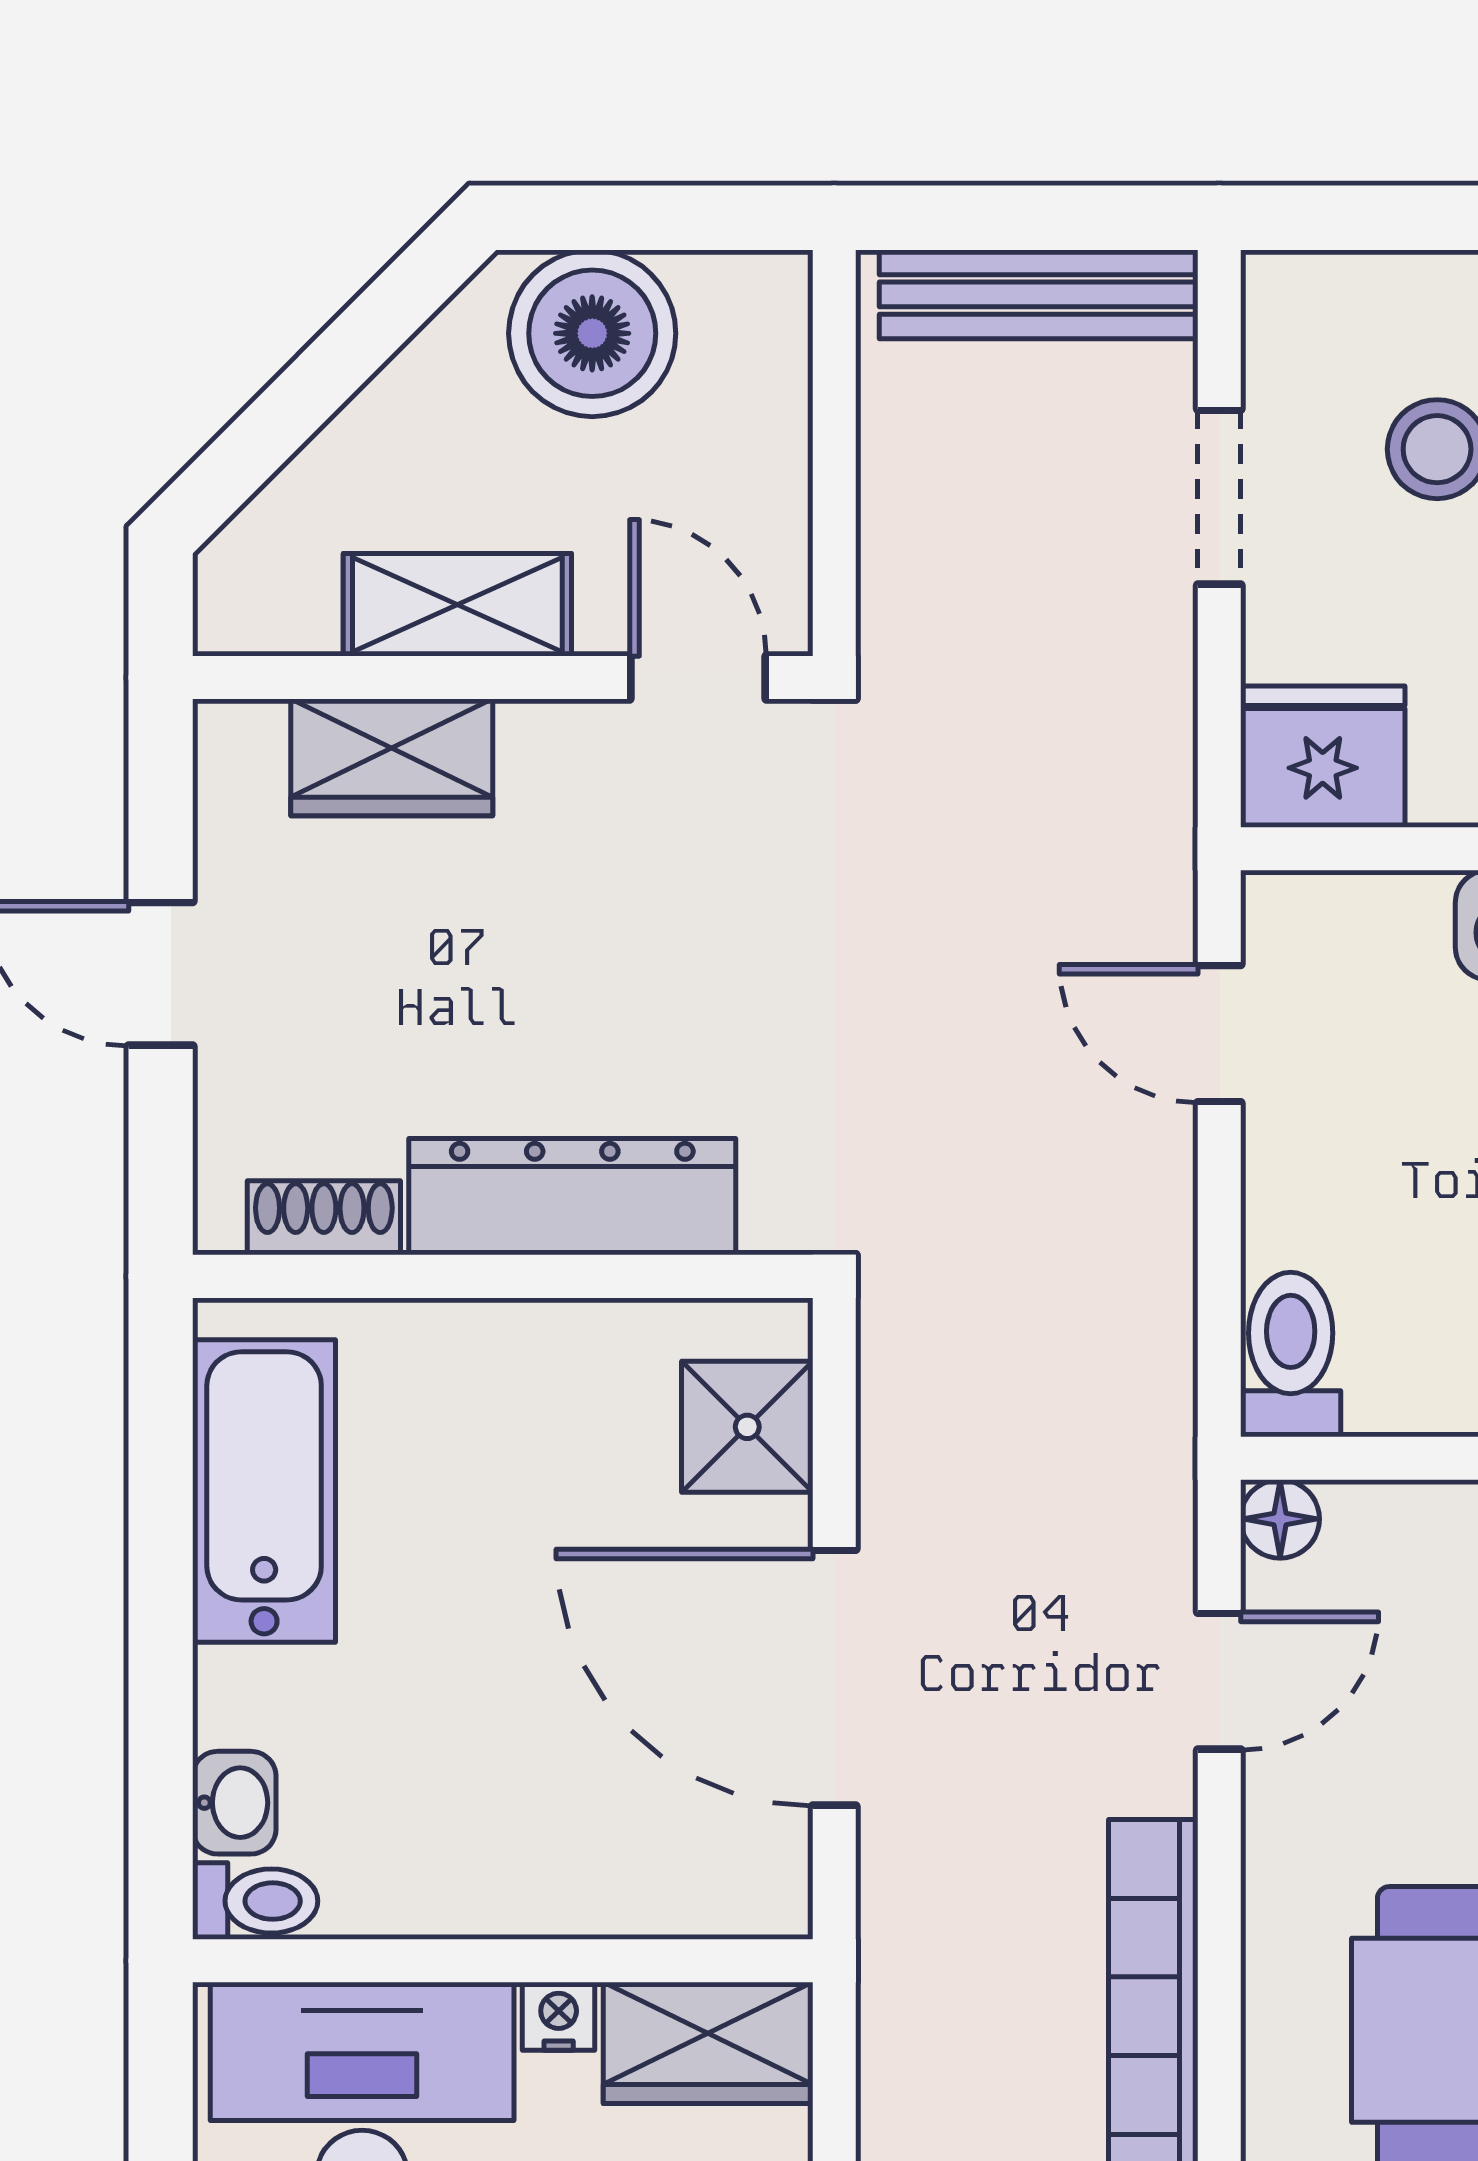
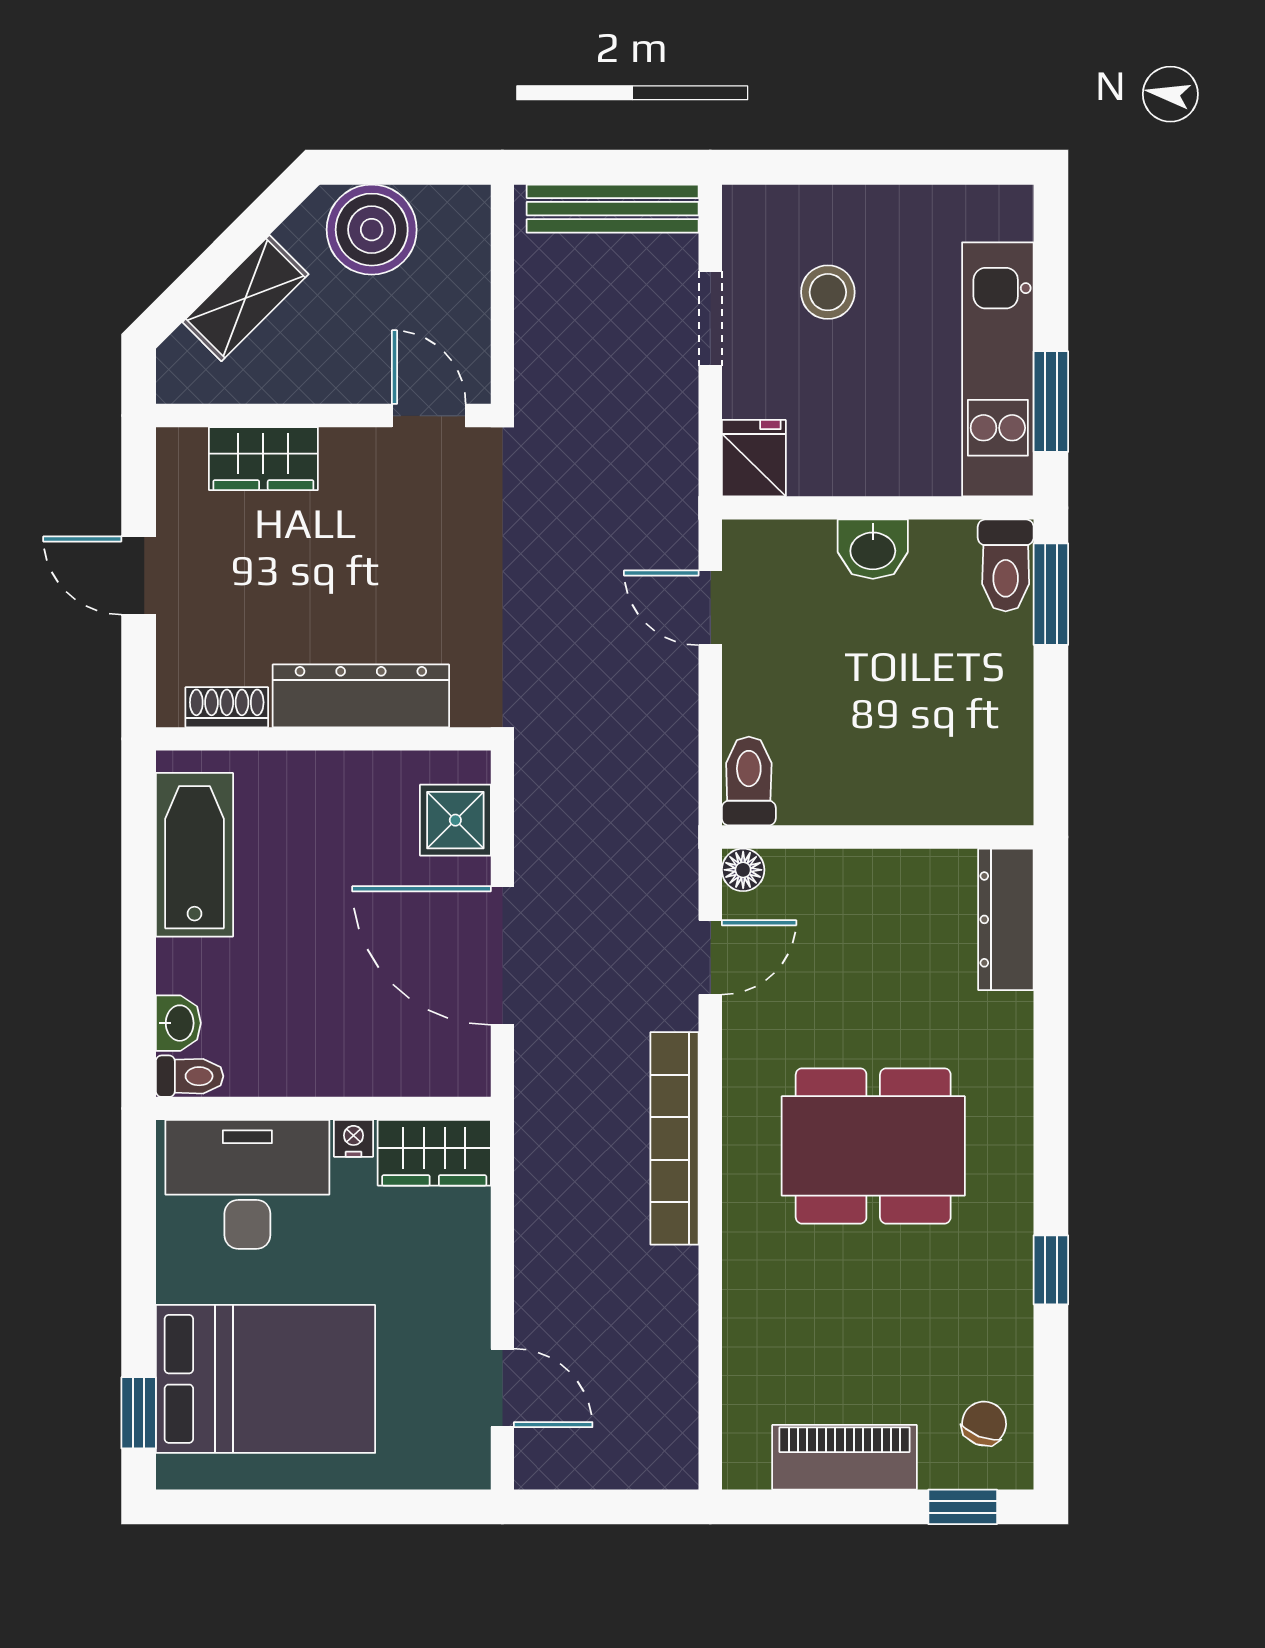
shelving: (457, 605) -> (245, 298), moved, turned -45
fridge: (1323, 757) -> (754, 458), width x0.72

